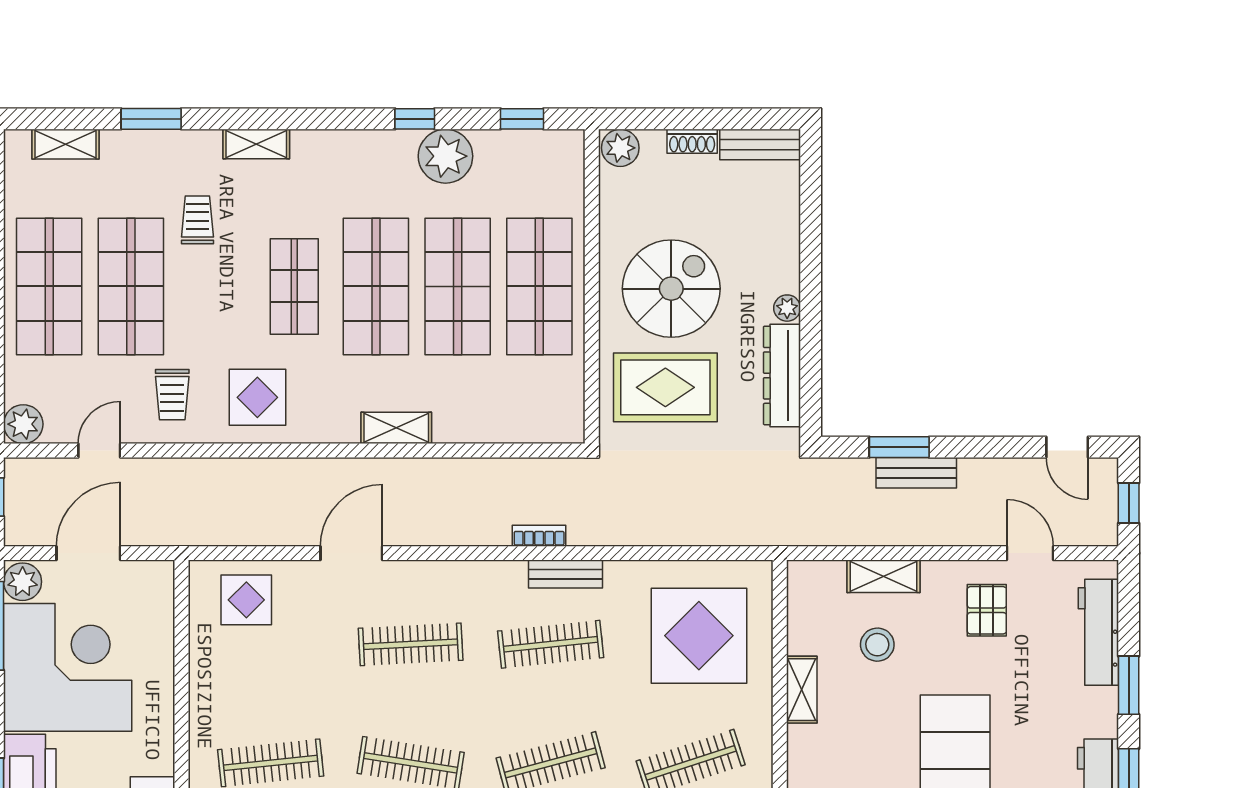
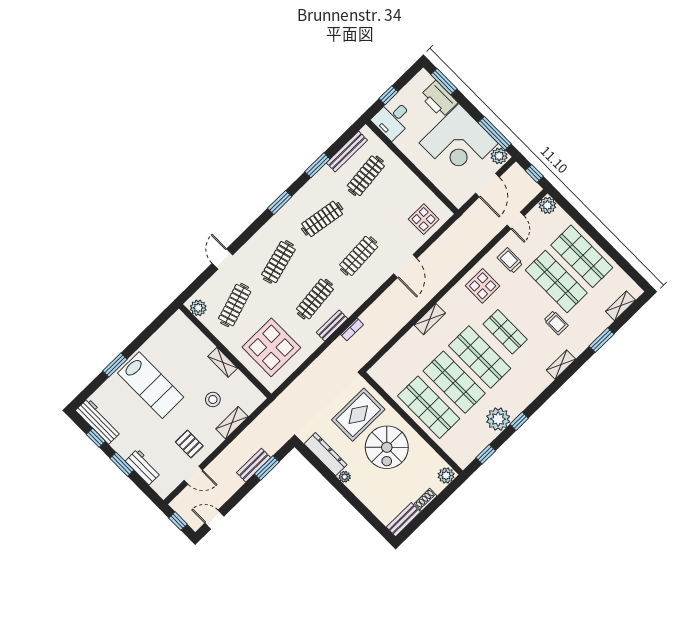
workbench: (1098, 632) -> (143, 467), width x0.73

